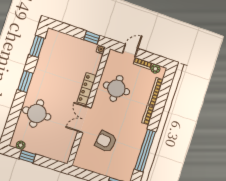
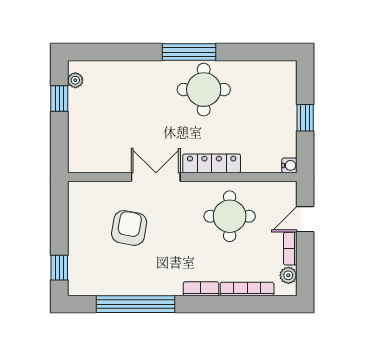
window: (92, 38) -> (305, 118), moved
window: (37, 46) -> (257, 52), removed
door: (130, 51) -> (305, 219), swing flipped
window: (25, 81) -> (189, 52), width x1.44
round table: (37, 113) -> (204, 90), moved

